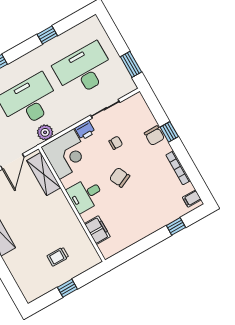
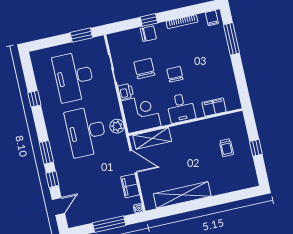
chair: (116, 143) -> (144, 69), width x1.87, depth x1.87
chair: (120, 177) -> (175, 74), turned 115
window: (176, 226) -> (231, 39), width x2.17

